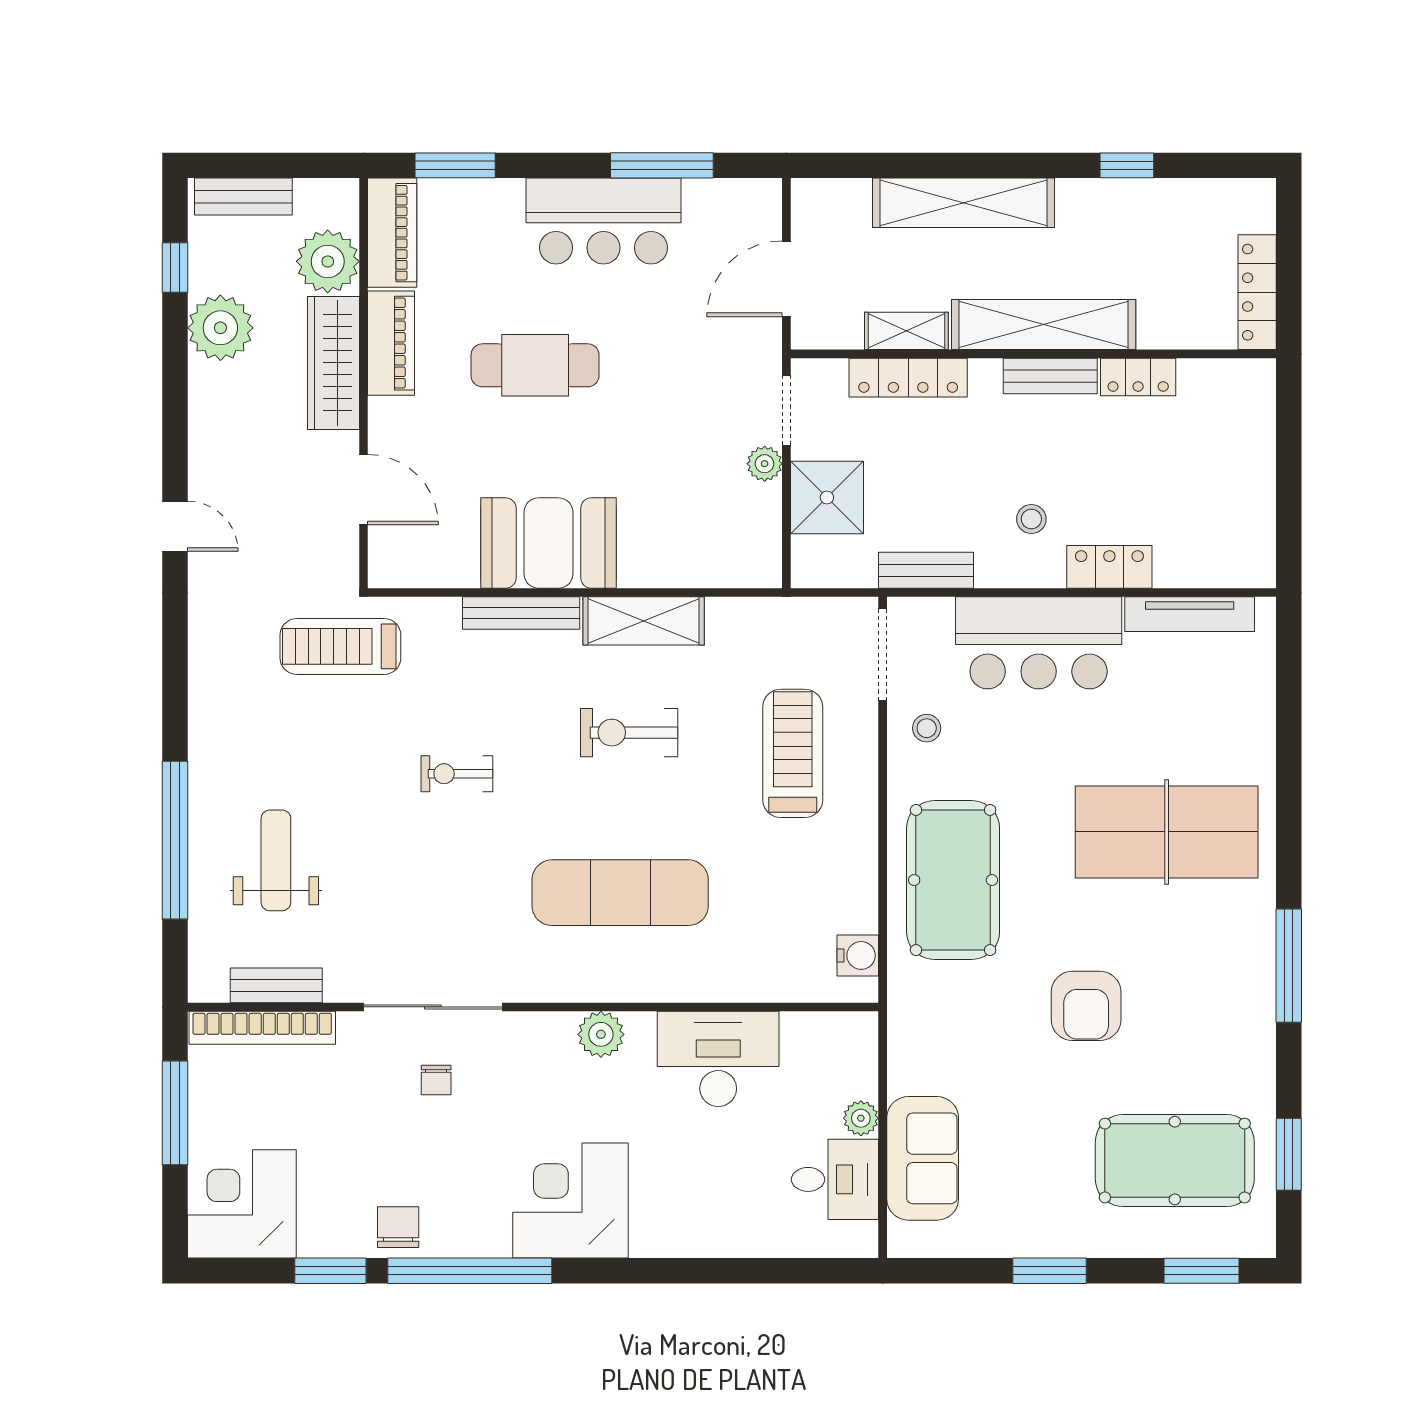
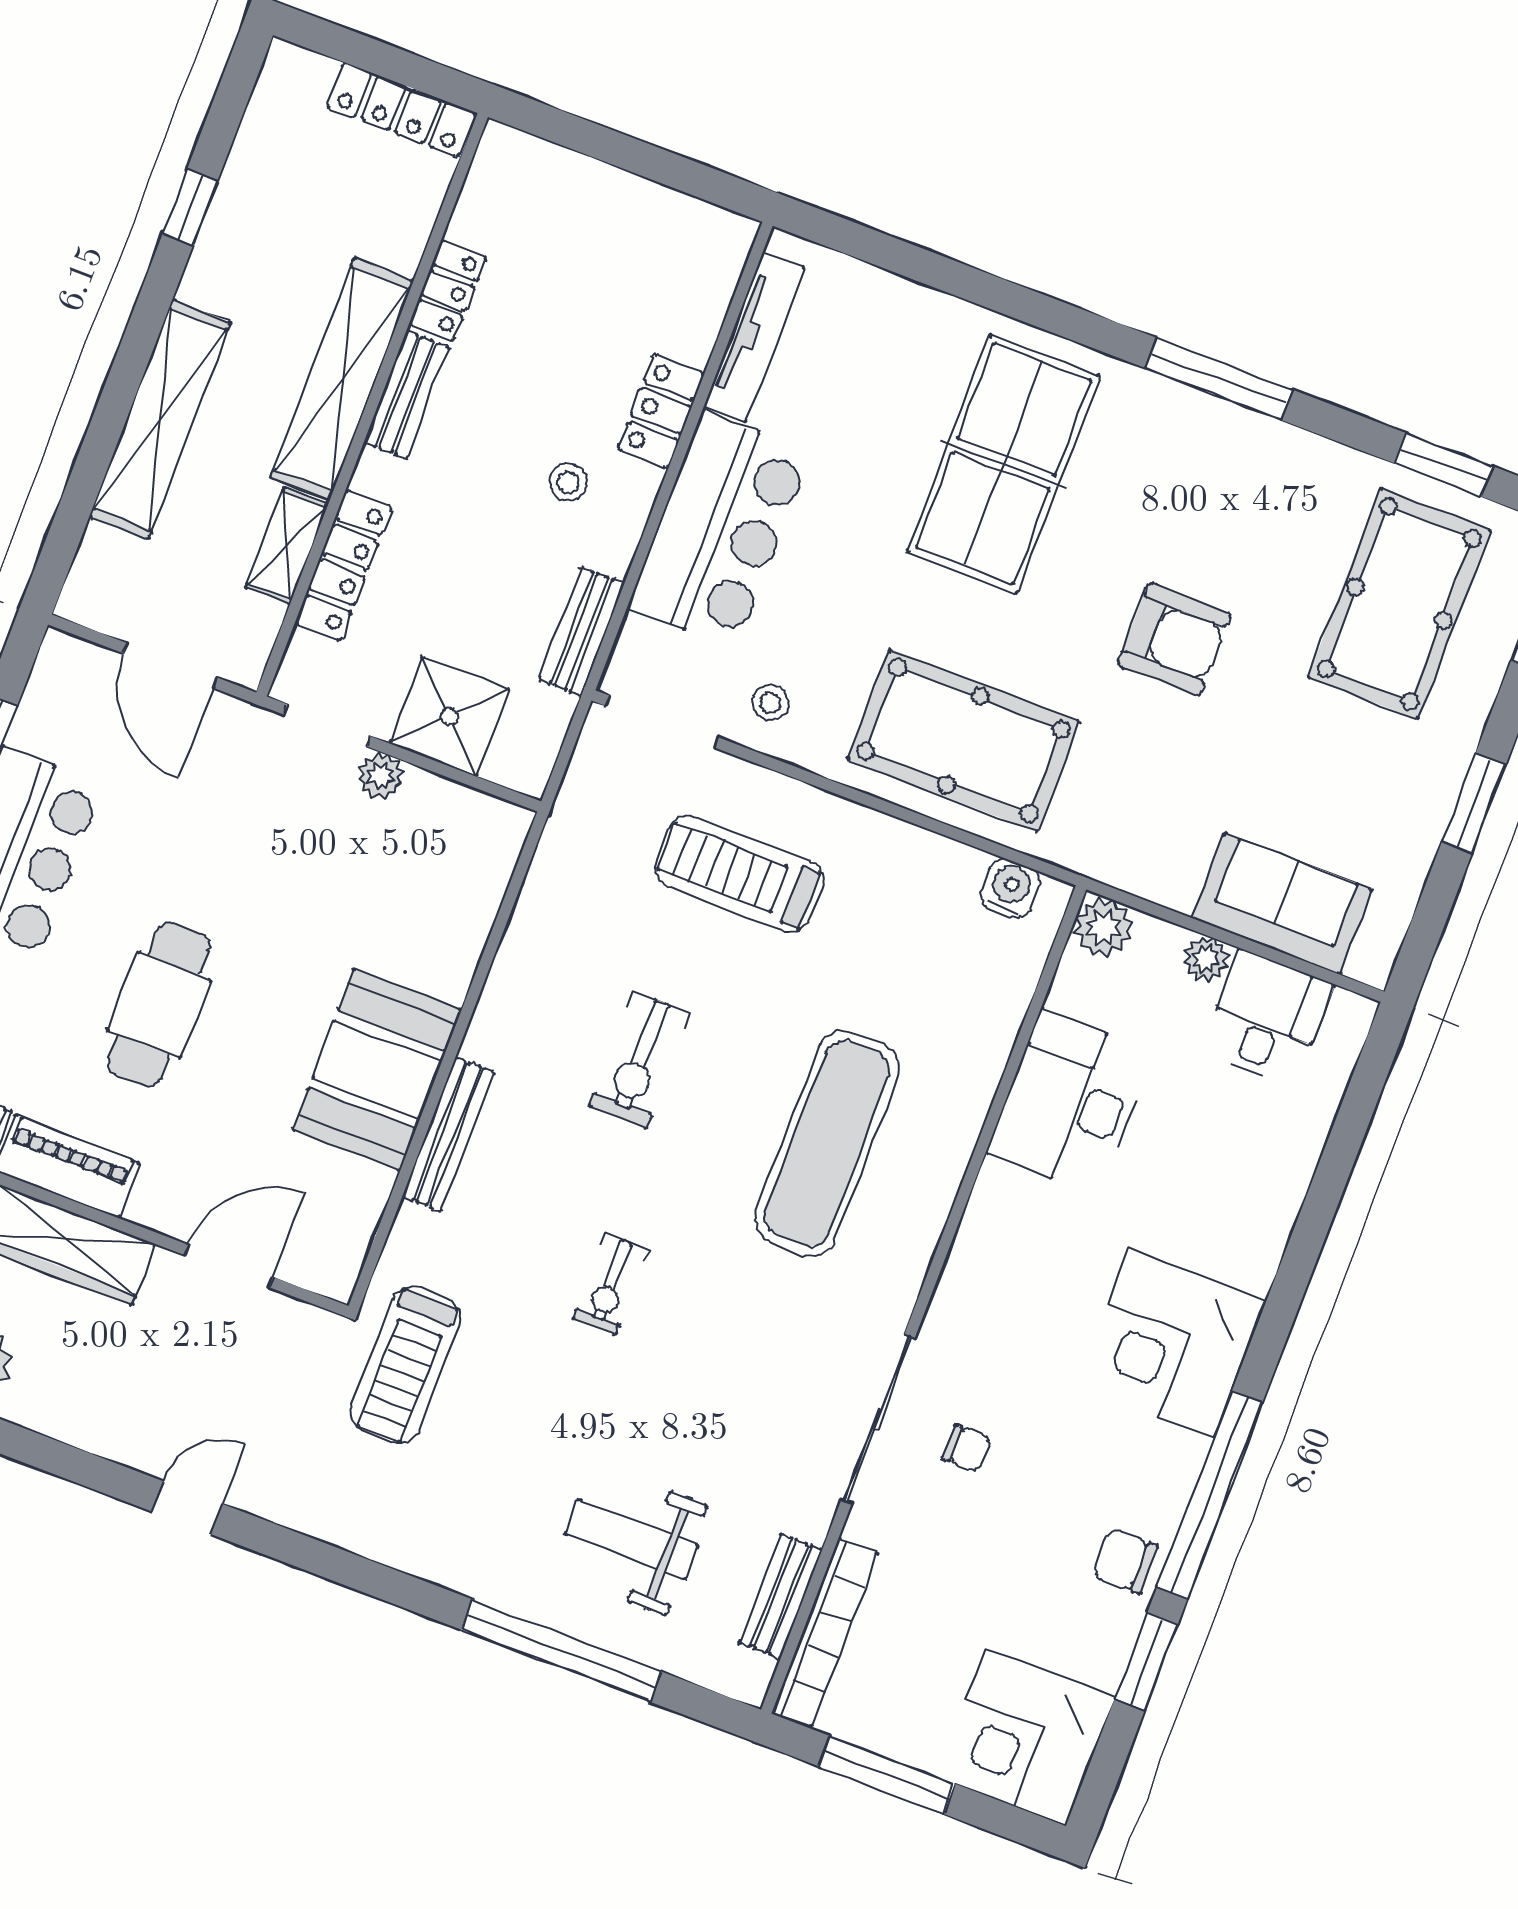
shelving: (644, 621) -> (513, 992), removed
plant: (601, 1034) -> (1103, 927), moved

